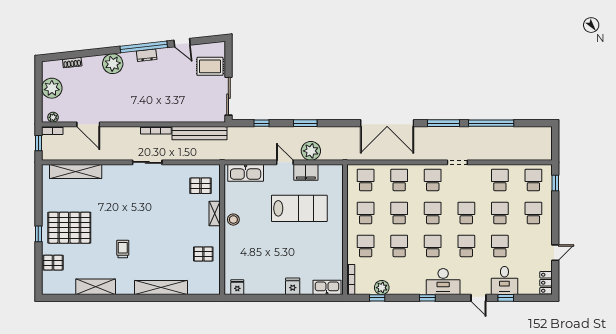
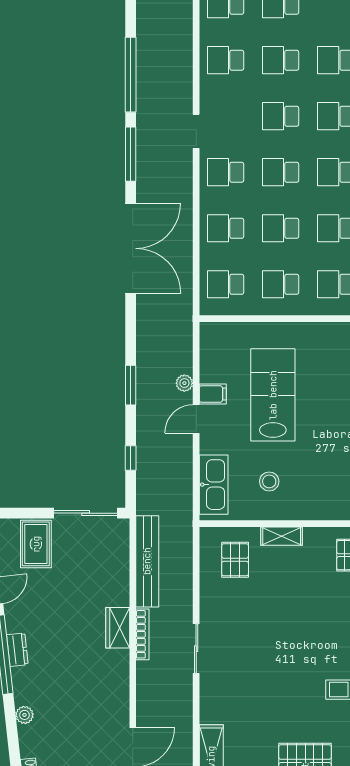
plant: (113, 64) -> (24, 715), width x0.53, depth x0.53
wardrobe: (160, 115) -> (118, 628), added
plant: (311, 151) -> (184, 383), width x0.53, depth x0.53
filing cabinet: (306, 172) -> (213, 394), width x0.50
stool: (233, 220) -> (269, 481), moved

